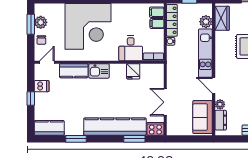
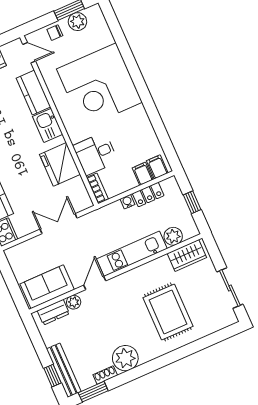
locker: (172, 20) -> (148, 195), width x0.66
fridge: (133, 71) -> (60, 164), width x1.88, depth x1.34
double door: (165, 102) -> (59, 224), moved

